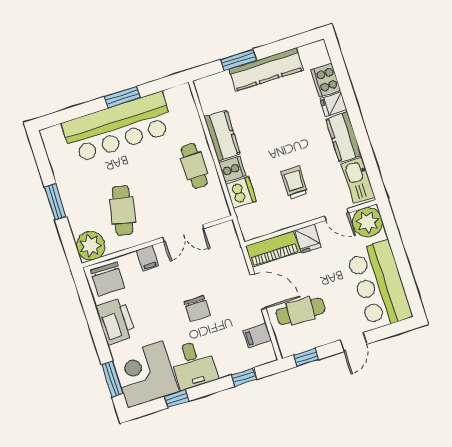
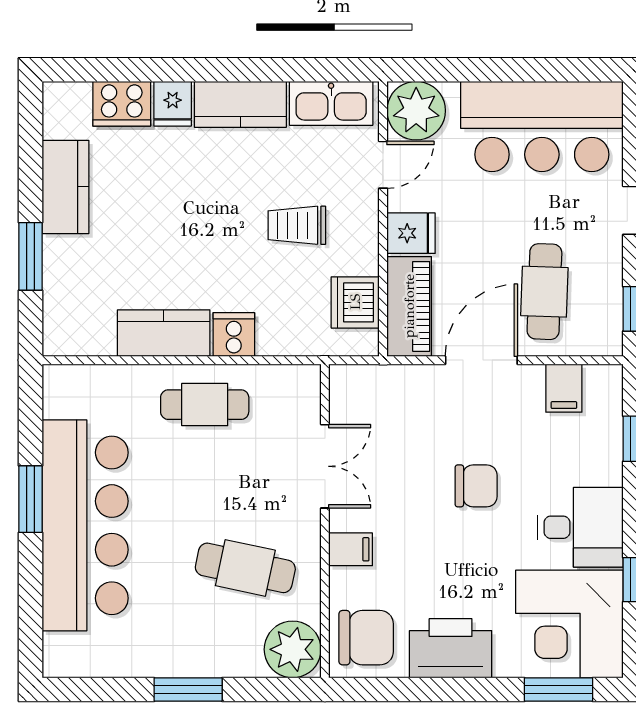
kitchen counter: (266, 70) -> (65, 187), width x0.67
dishwasher: (241, 193) -> (355, 302), moved, turned -90

